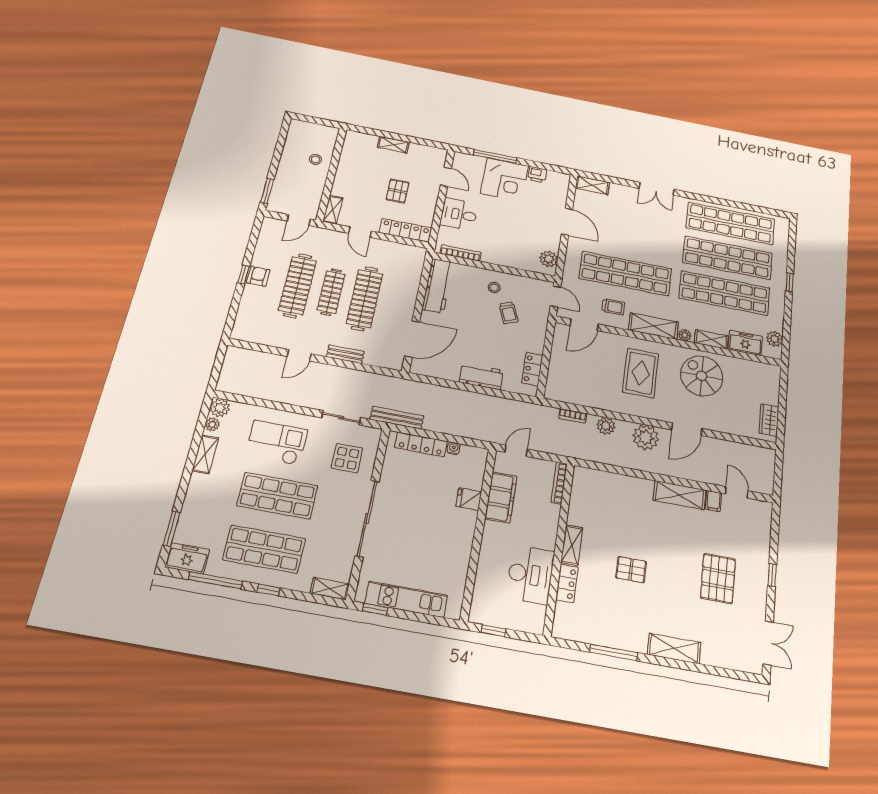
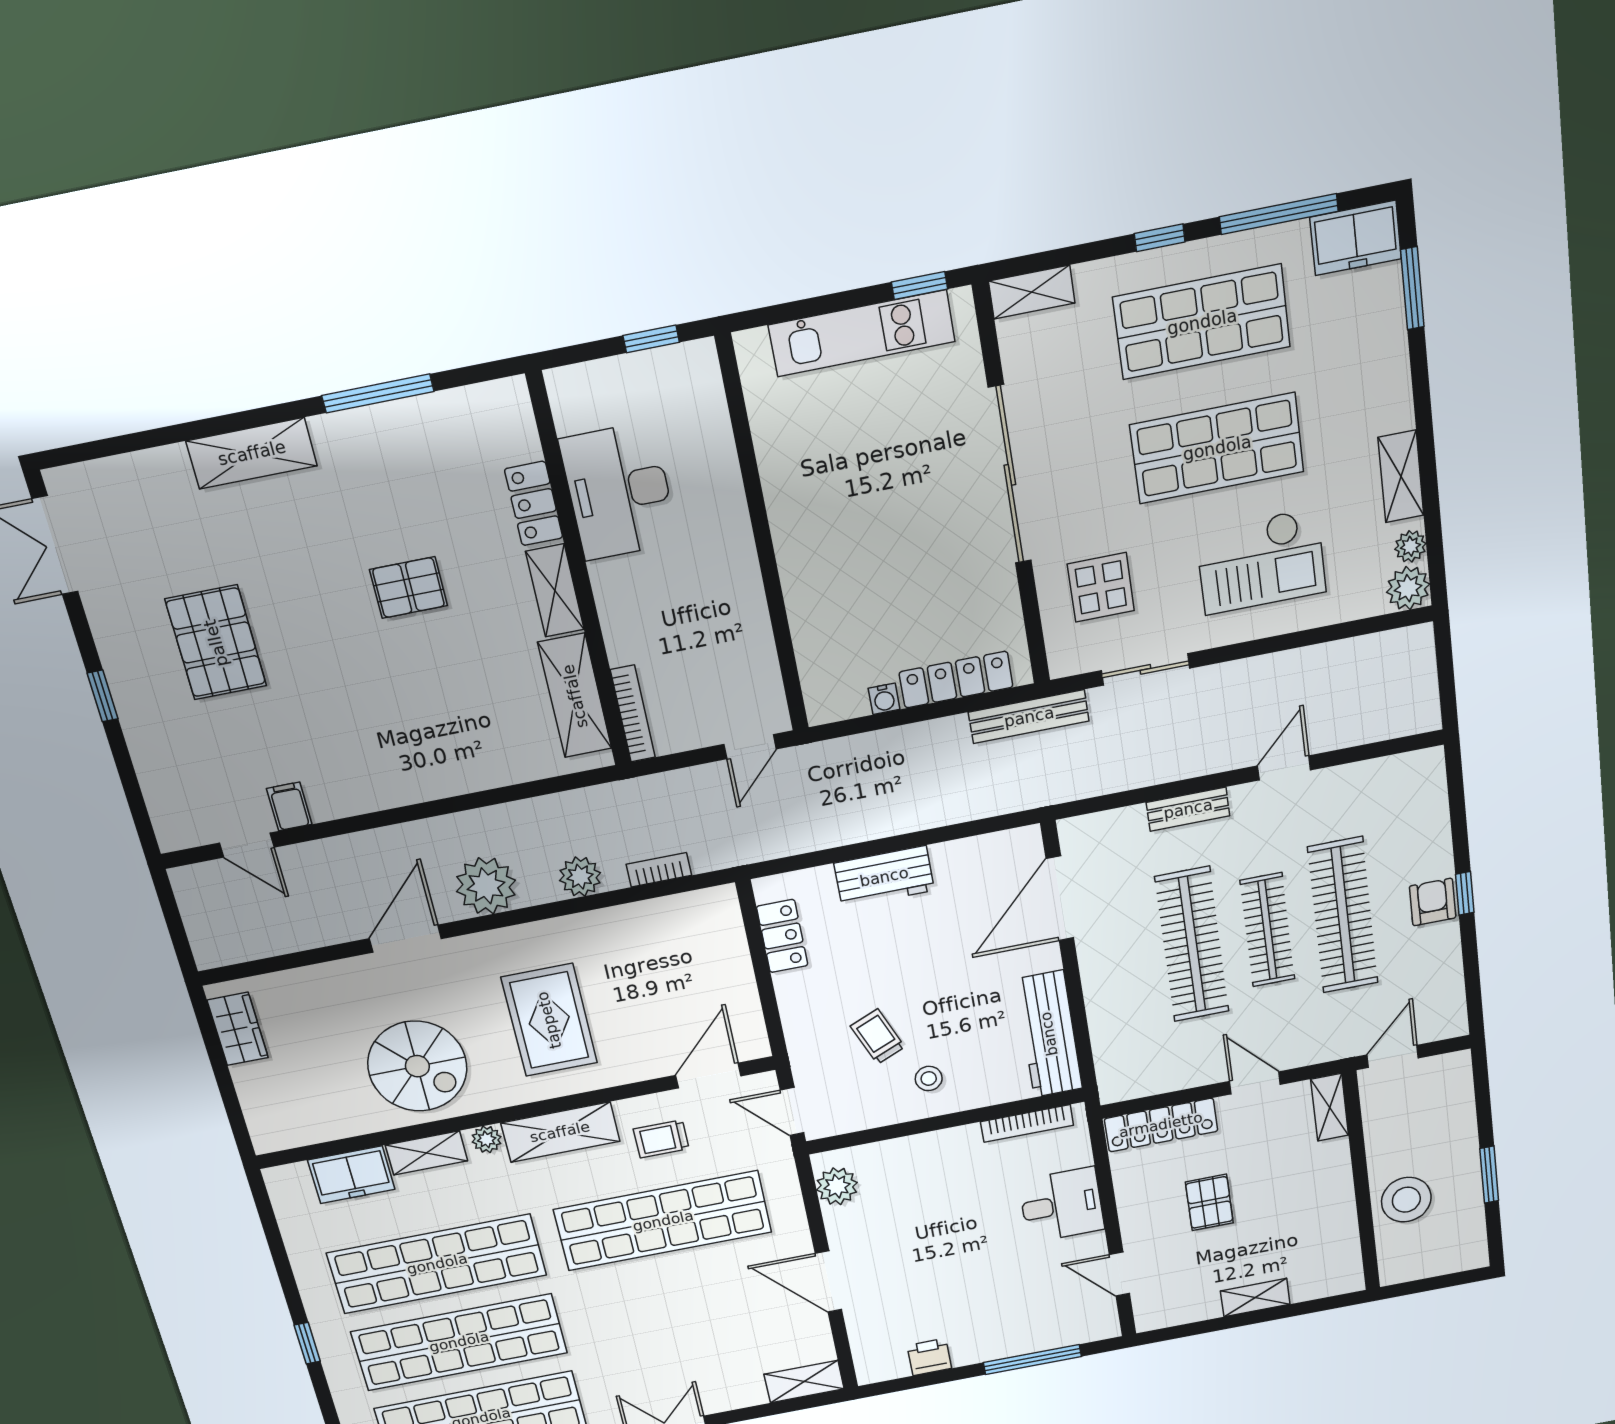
stool: (315, 159) -> (1406, 1200), width x1.89, depth x1.89
corner desk: (505, 180) -> (994, 1318), removed
window: (267, 191) -> (1489, 1175), moved
armchair: (258, 276) -> (1433, 902), turned 180
plant: (775, 339) -> (293, 1209), removed
shelving: (680, 495) -> (575, 696), moved, turned 90
filing cabinet: (501, 497) -> (744, 633), removed
fridge: (469, 499) -> (811, 602), removed

